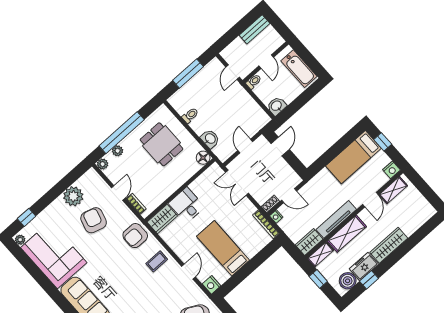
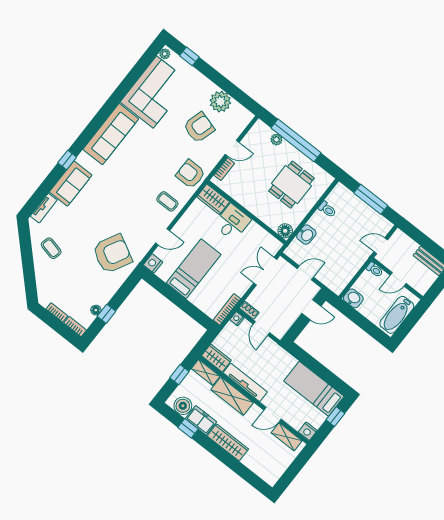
plant: (103, 164) -> (260, 126), removed

